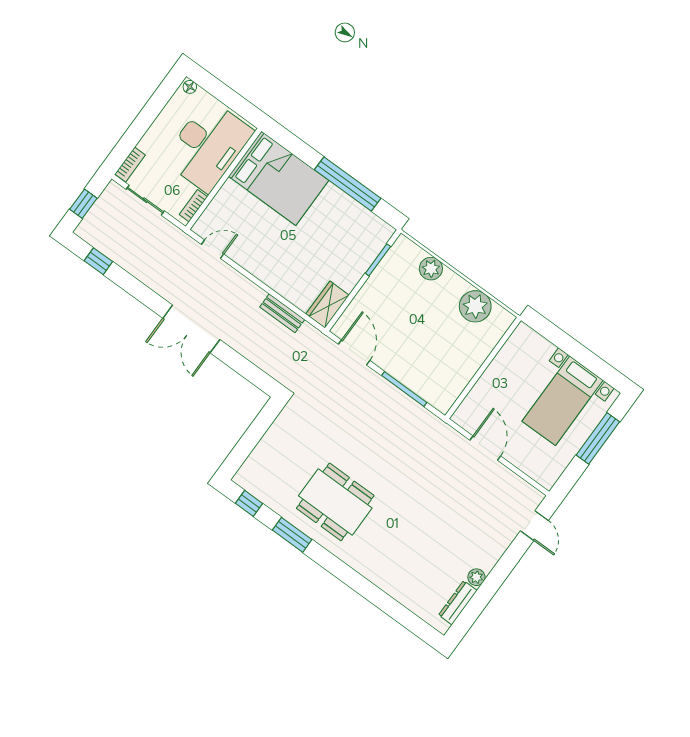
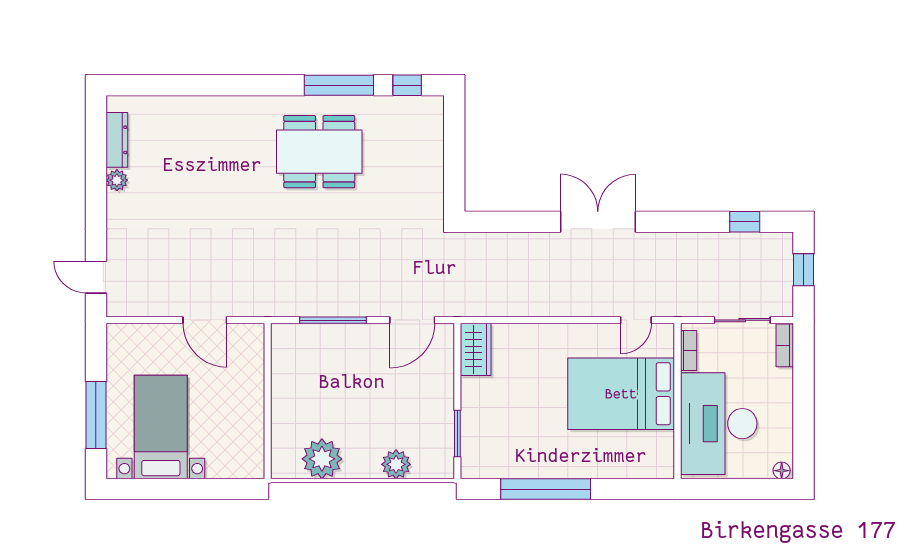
bed: (279, 178) -> (621, 394), moved
bench: (282, 313) -> (516, 306), removed
door: (354, 352) -> (412, 320), hinge flipped
window: (292, 535) -> (339, 85), width x1.44

